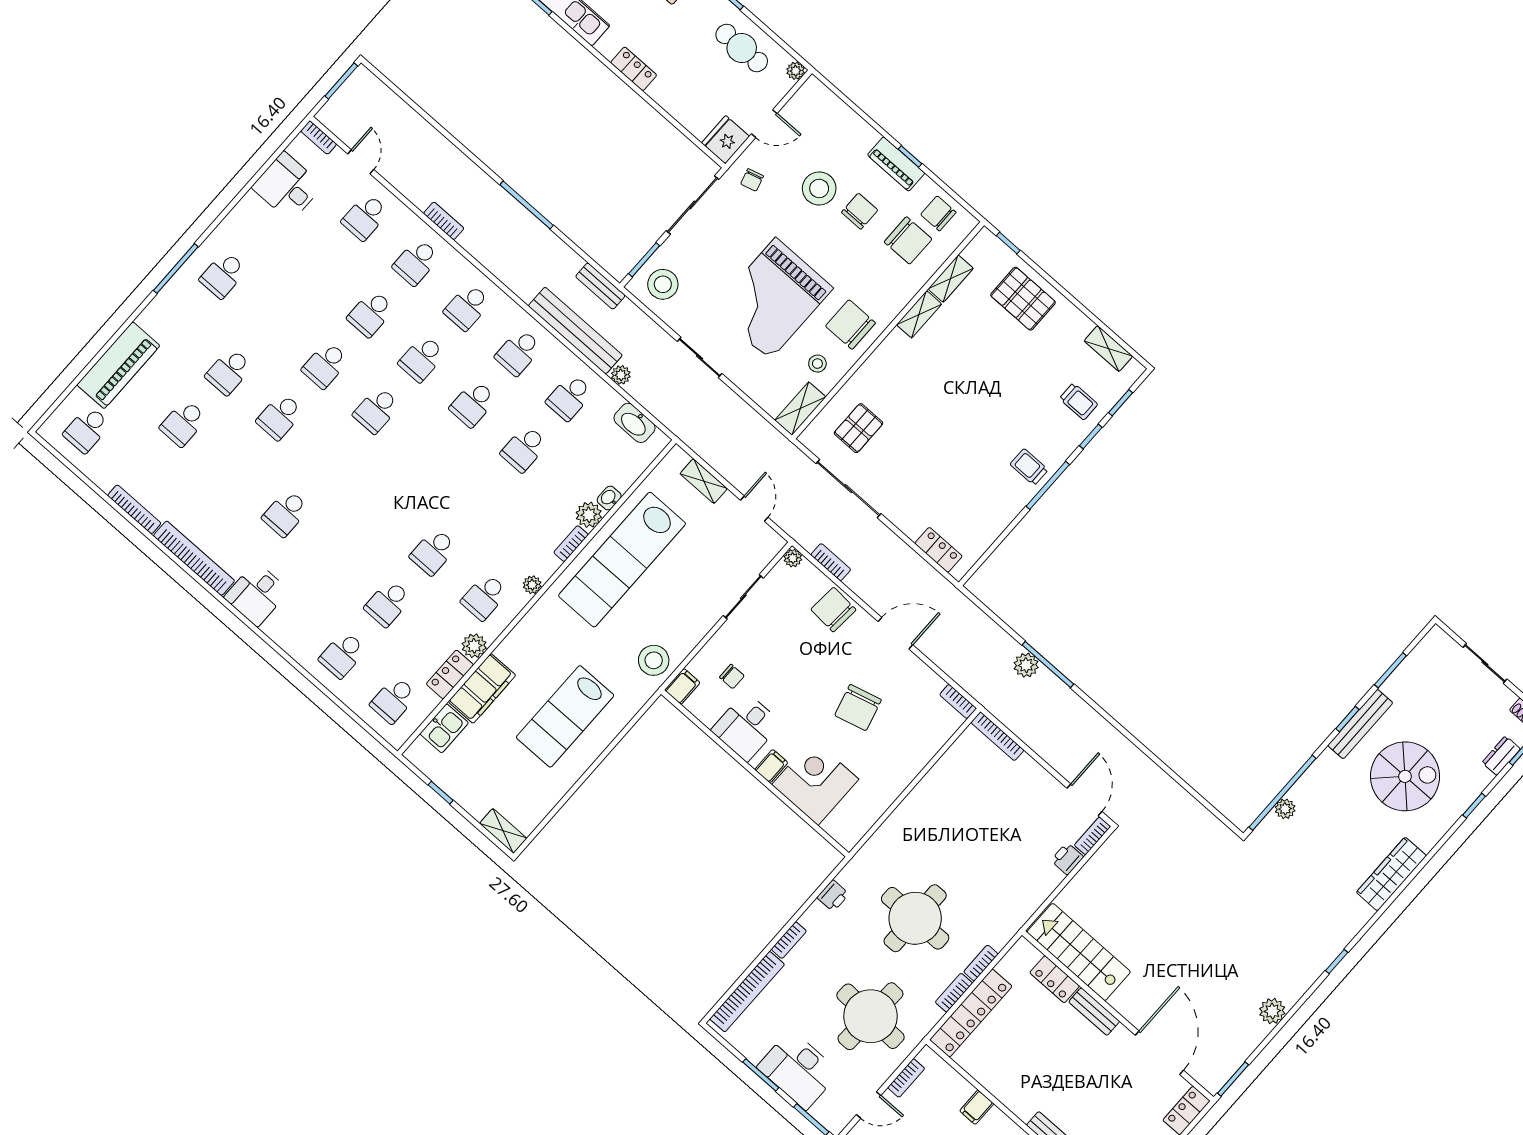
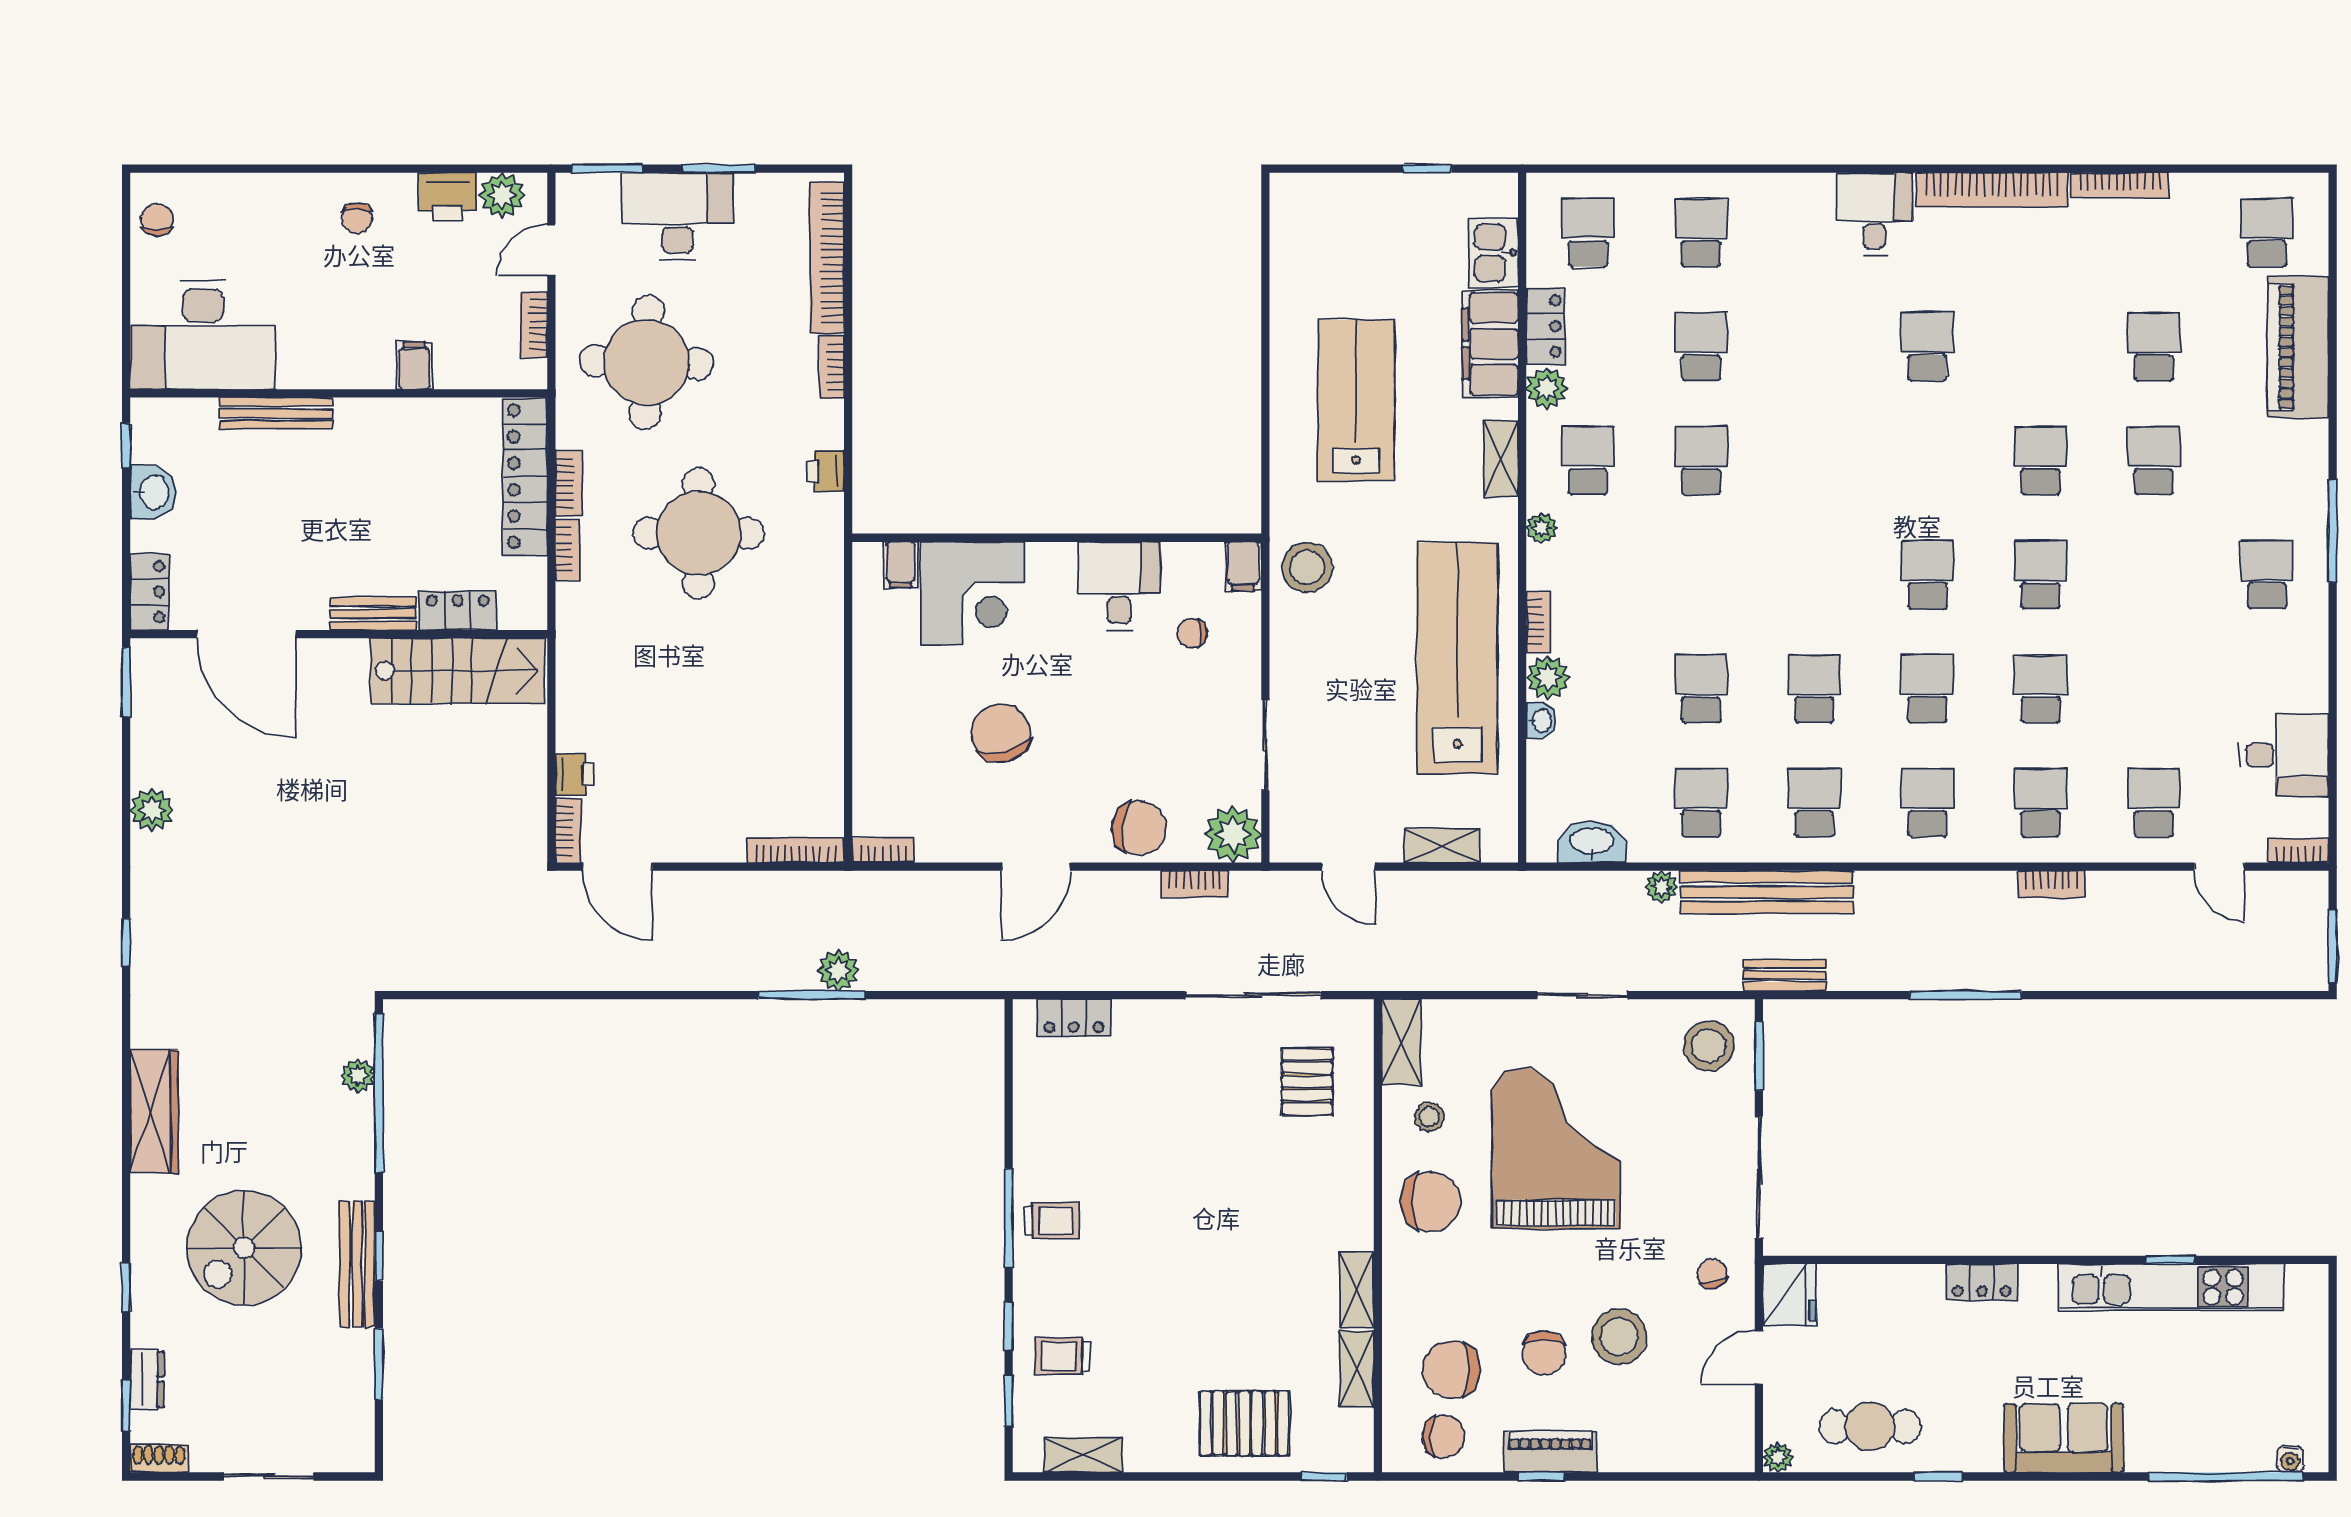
plant: (793, 558) -> (1233, 834), width x1.88, depth x1.88
filing cabinet: (771, 766) -> (901, 565), moved
shelving: (503, 831) -> (1501, 459), moved, turned 90

